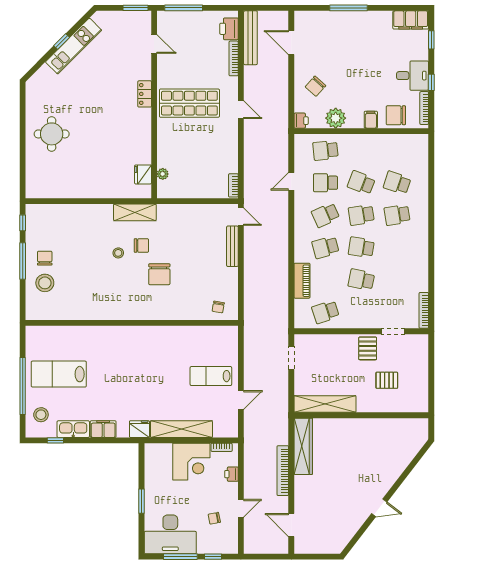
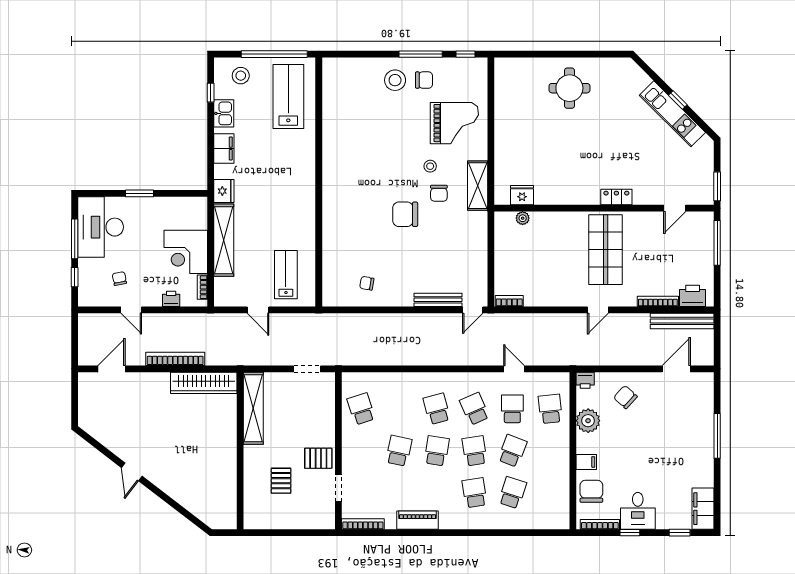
grand piano: (81, 232) -> (454, 123), added
piano: (302, 281) -> (418, 520), moved, turned 180
wall: (132, 323) -> (319, 182), moved
kitchen sink: (73, 429) -> (224, 113), width x0.73

